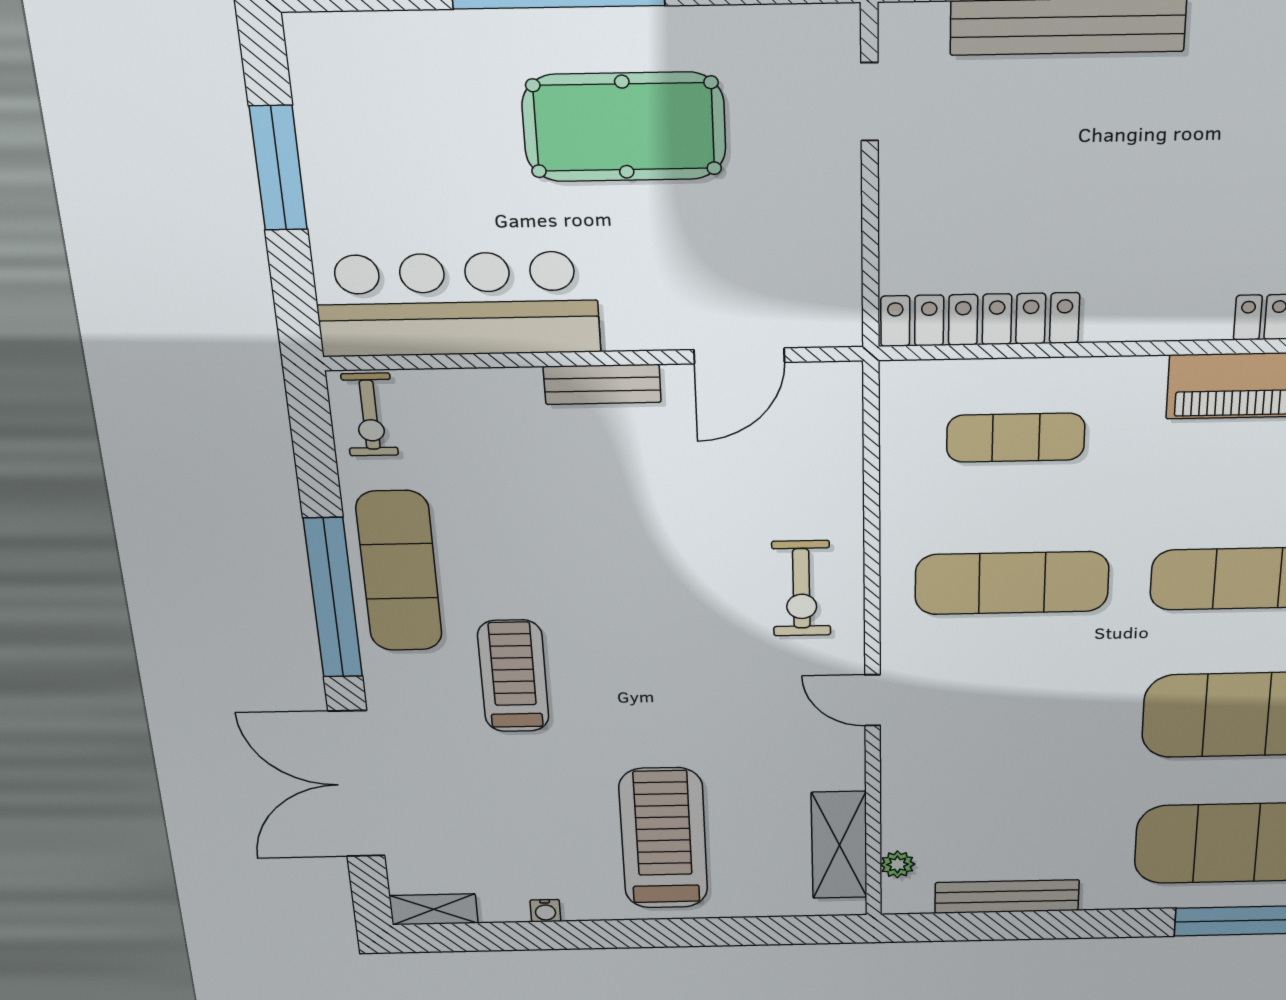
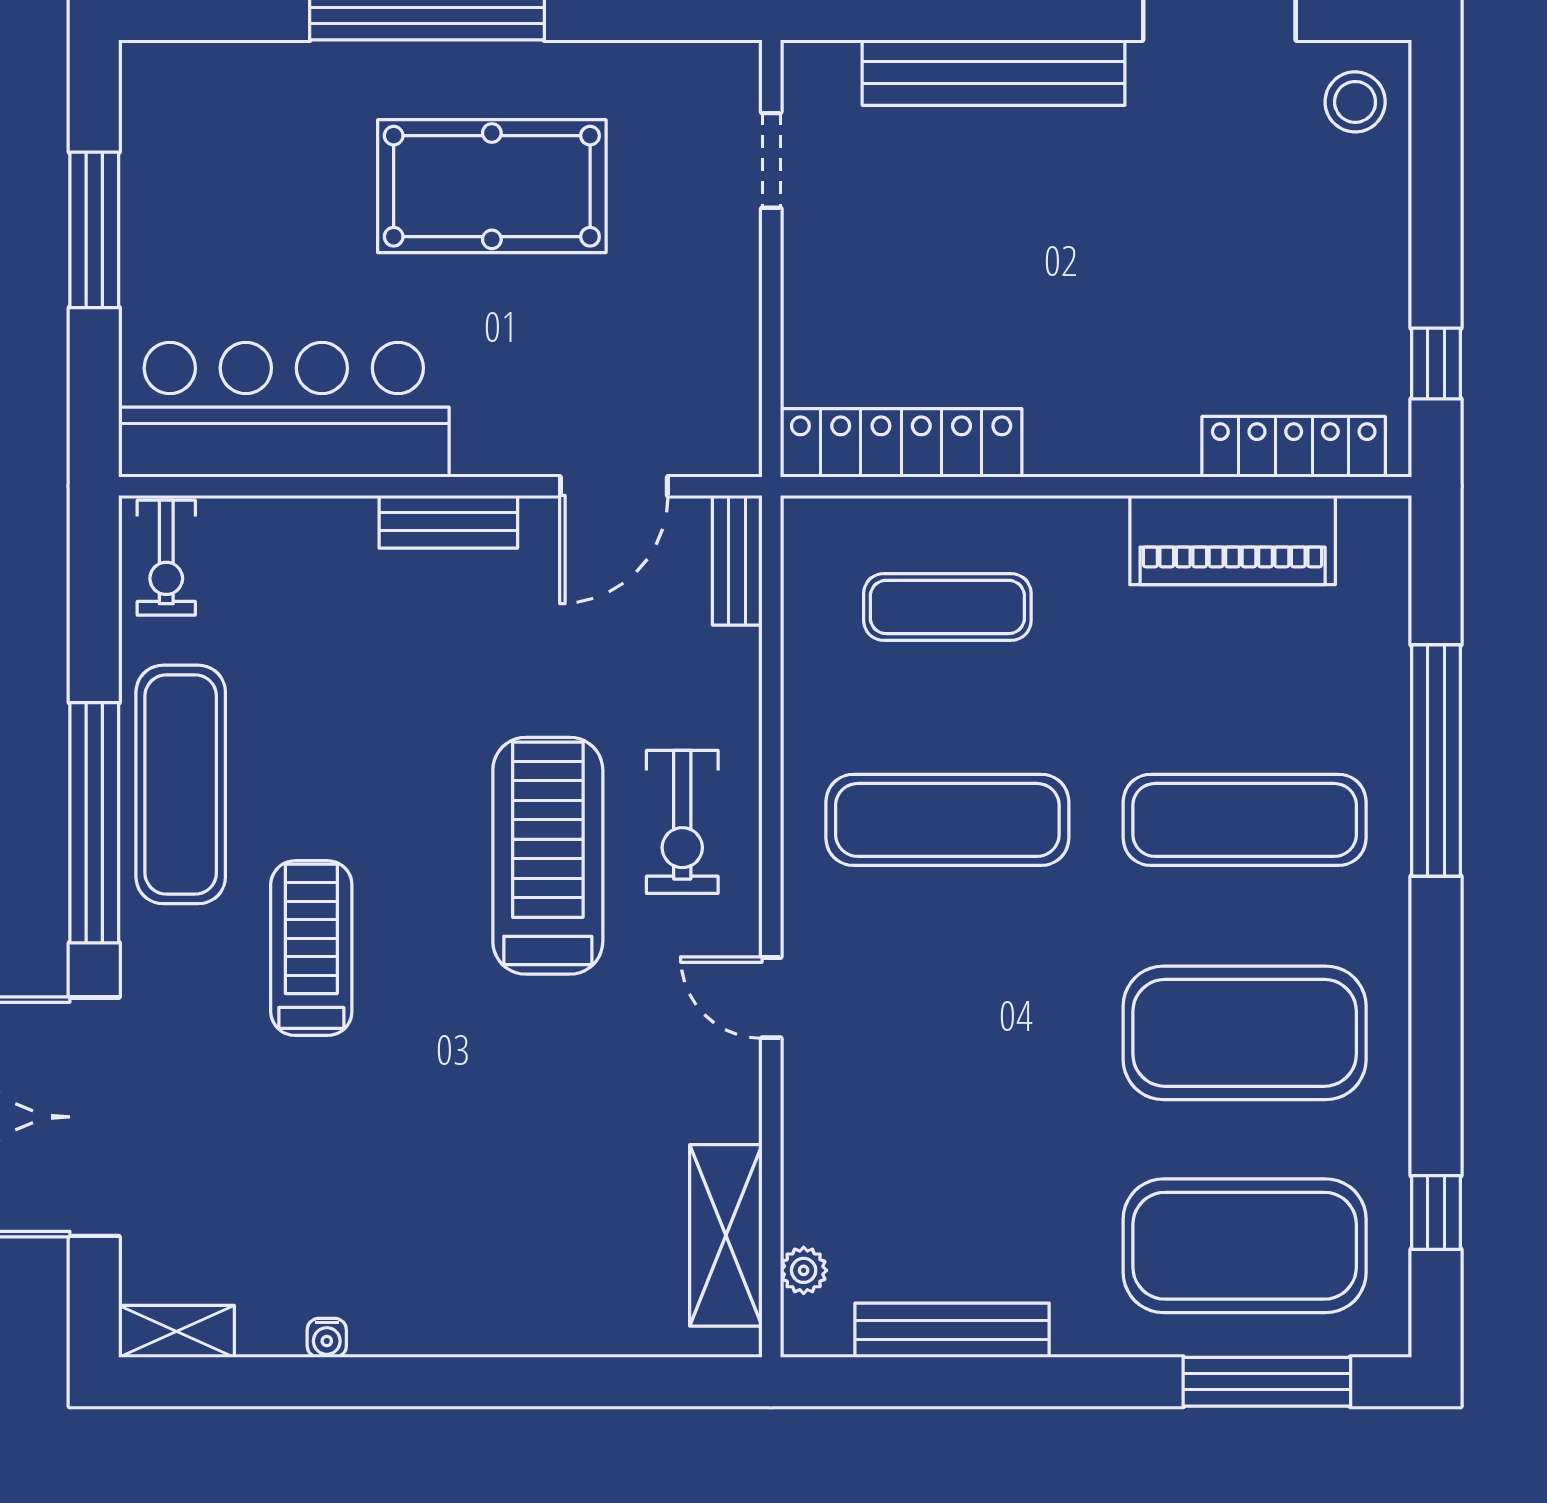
bench: (843, 408) -> (737, 560), added
treadmill: (663, 839) -> (548, 856), moved

